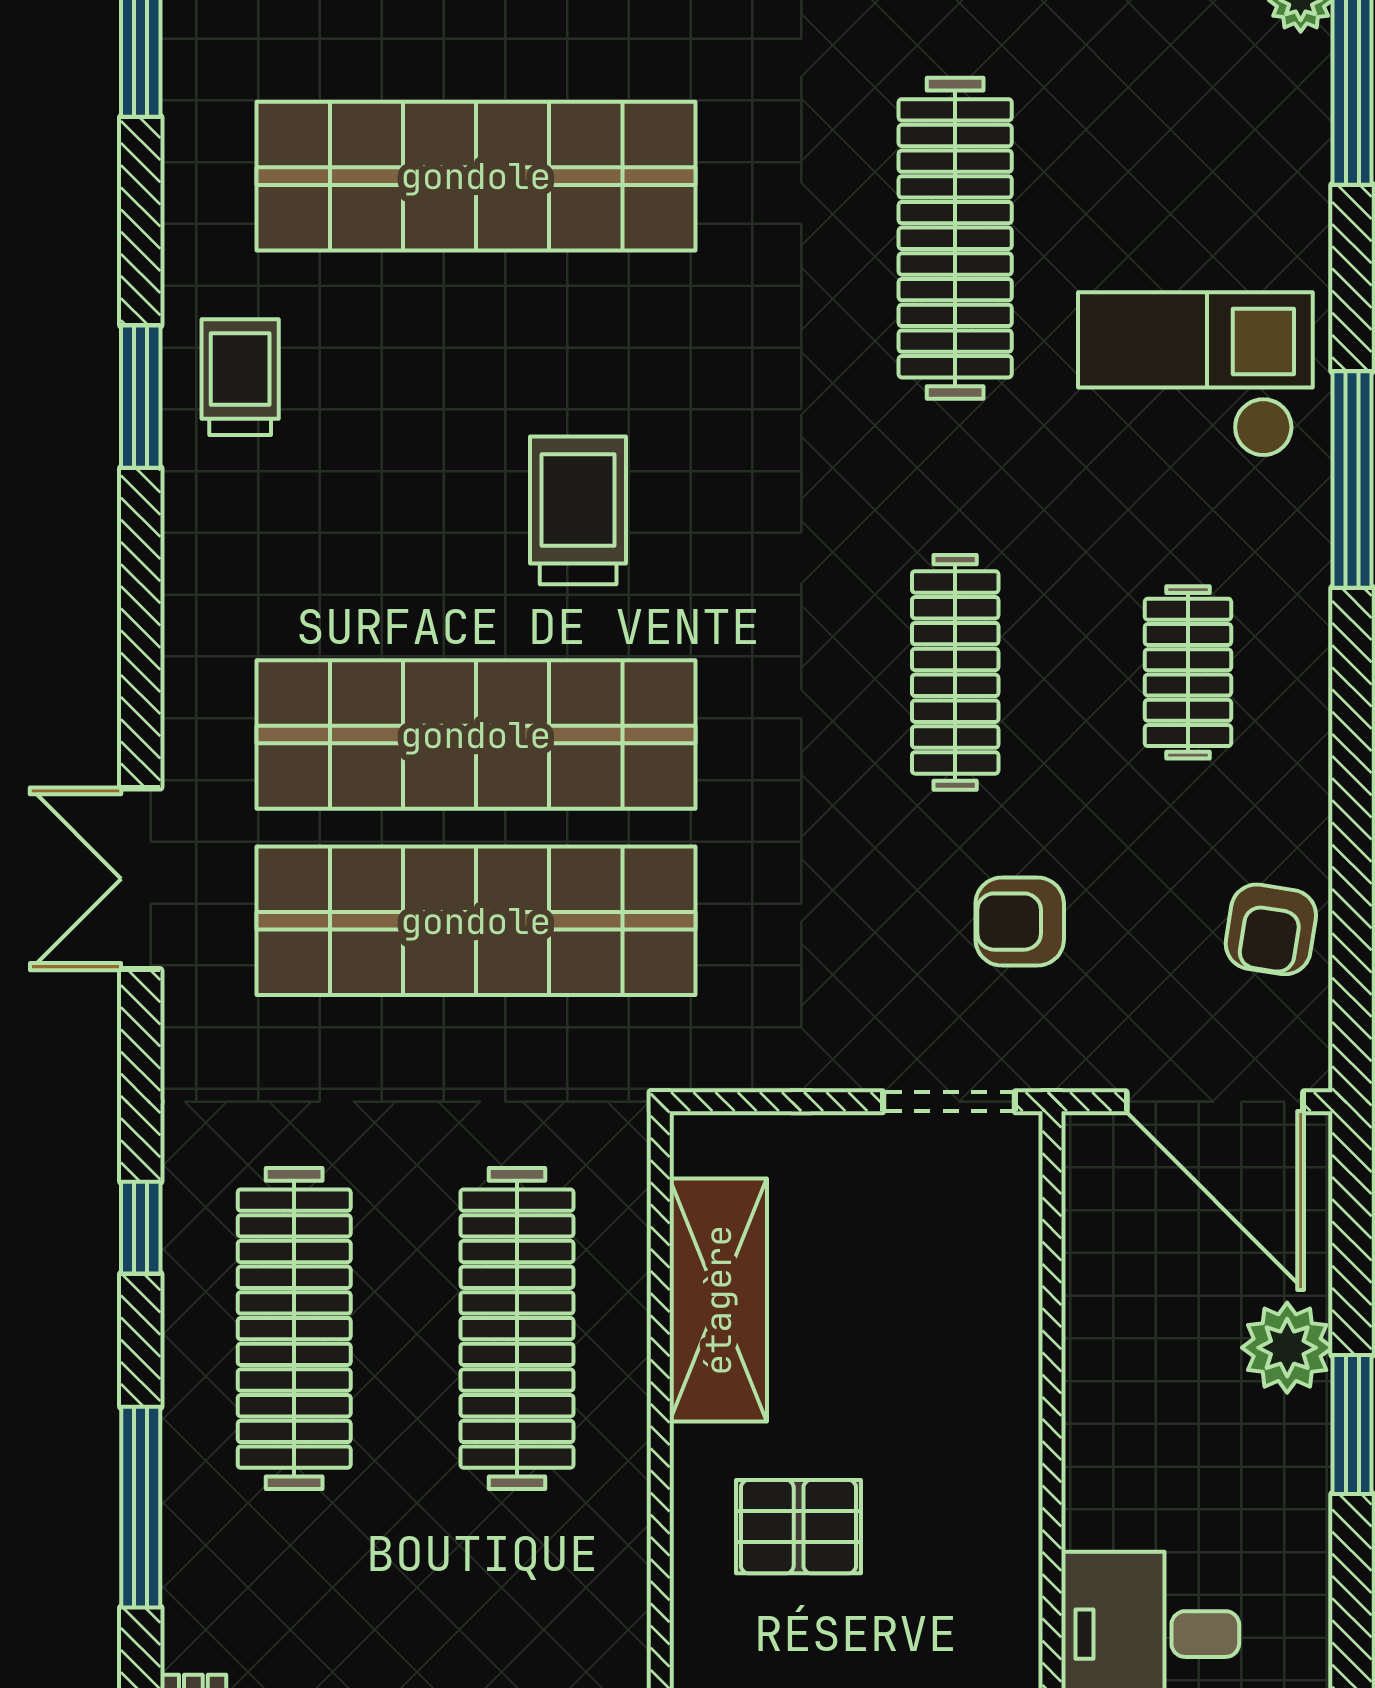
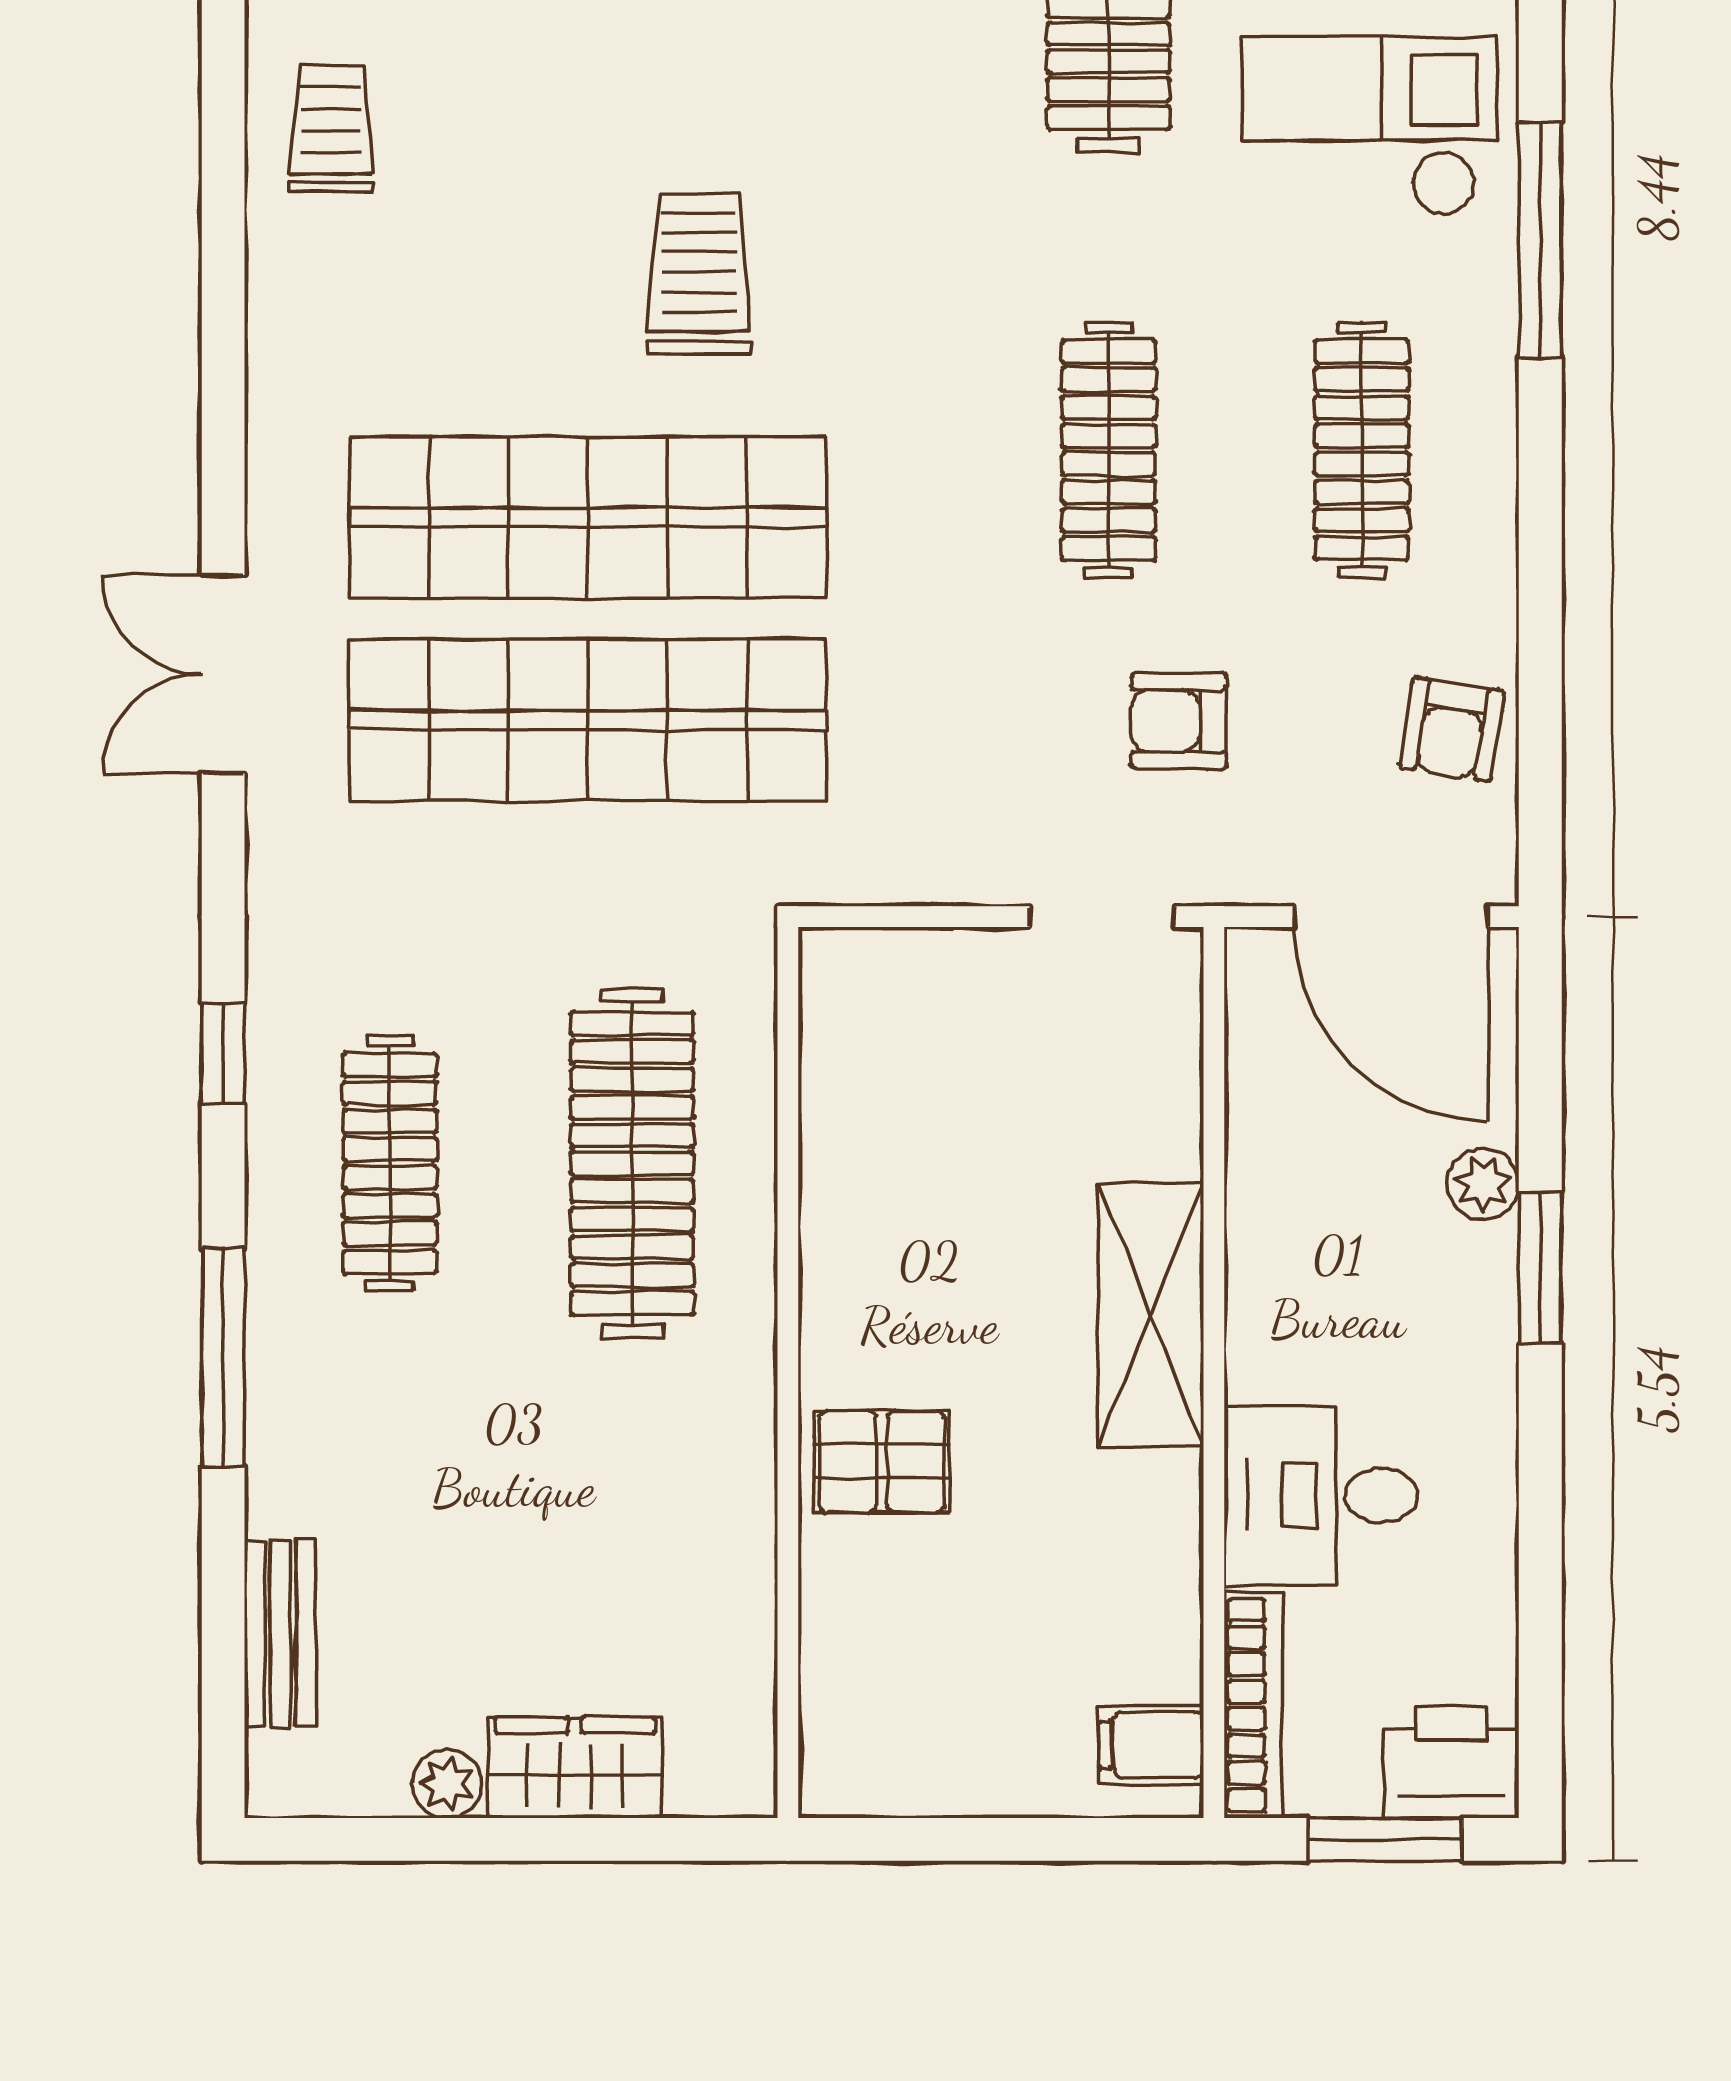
window: (141, 397) -> (223, 150), removed
clothes rail: (1188, 672) -> (1362, 450), width x1.36
shelving: (718, 1300) -> (1151, 1315), moved
clothes rail: (294, 1329) -> (390, 1163), width x0.73, depth x0.76
plant: (1287, 1348) -> (1483, 1184), width x0.73, depth x0.73
pallet: (799, 1527) -> (882, 1462), moved

